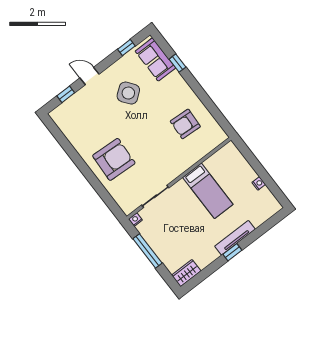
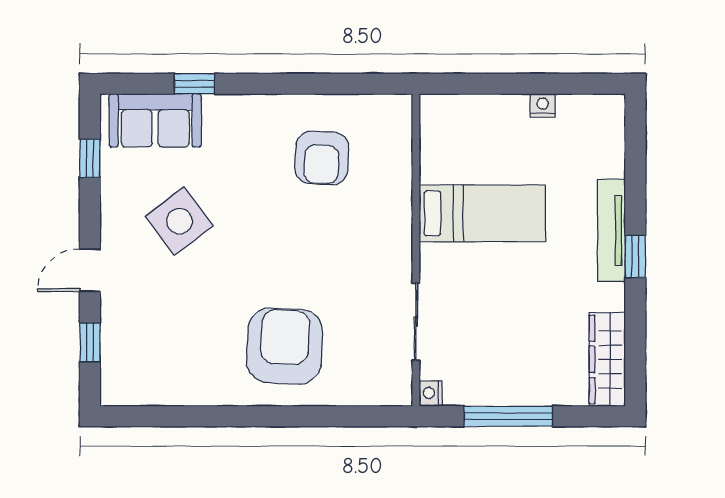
wardrobe: (186, 273) -> (607, 359), width x1.50

